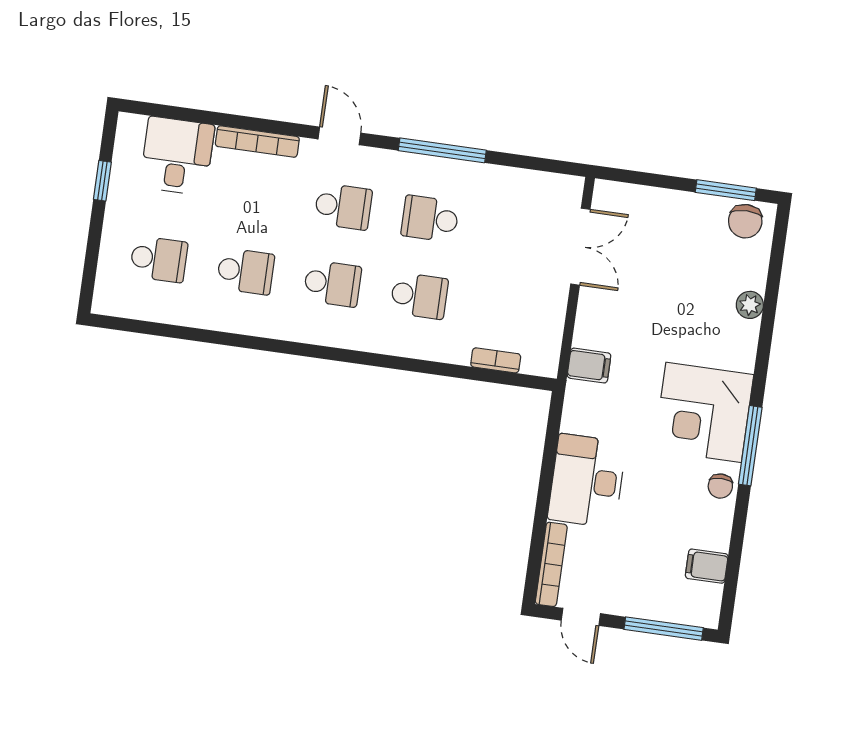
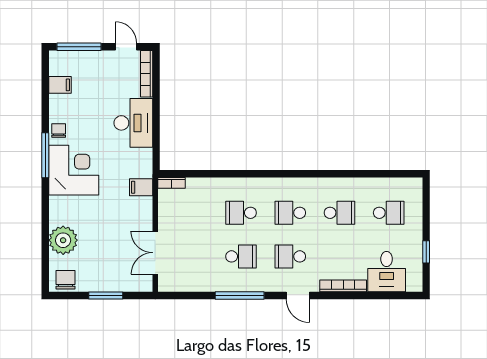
window: (726, 190) -> (106, 295), moved
school desk: (159, 259) -> (389, 213), turned 180
school desk: (246, 271) -> (339, 213), turned 180
plant: (750, 305) -> (63, 240), width x1.88, depth x1.88
bookcase: (496, 360) -> (172, 183), moved

